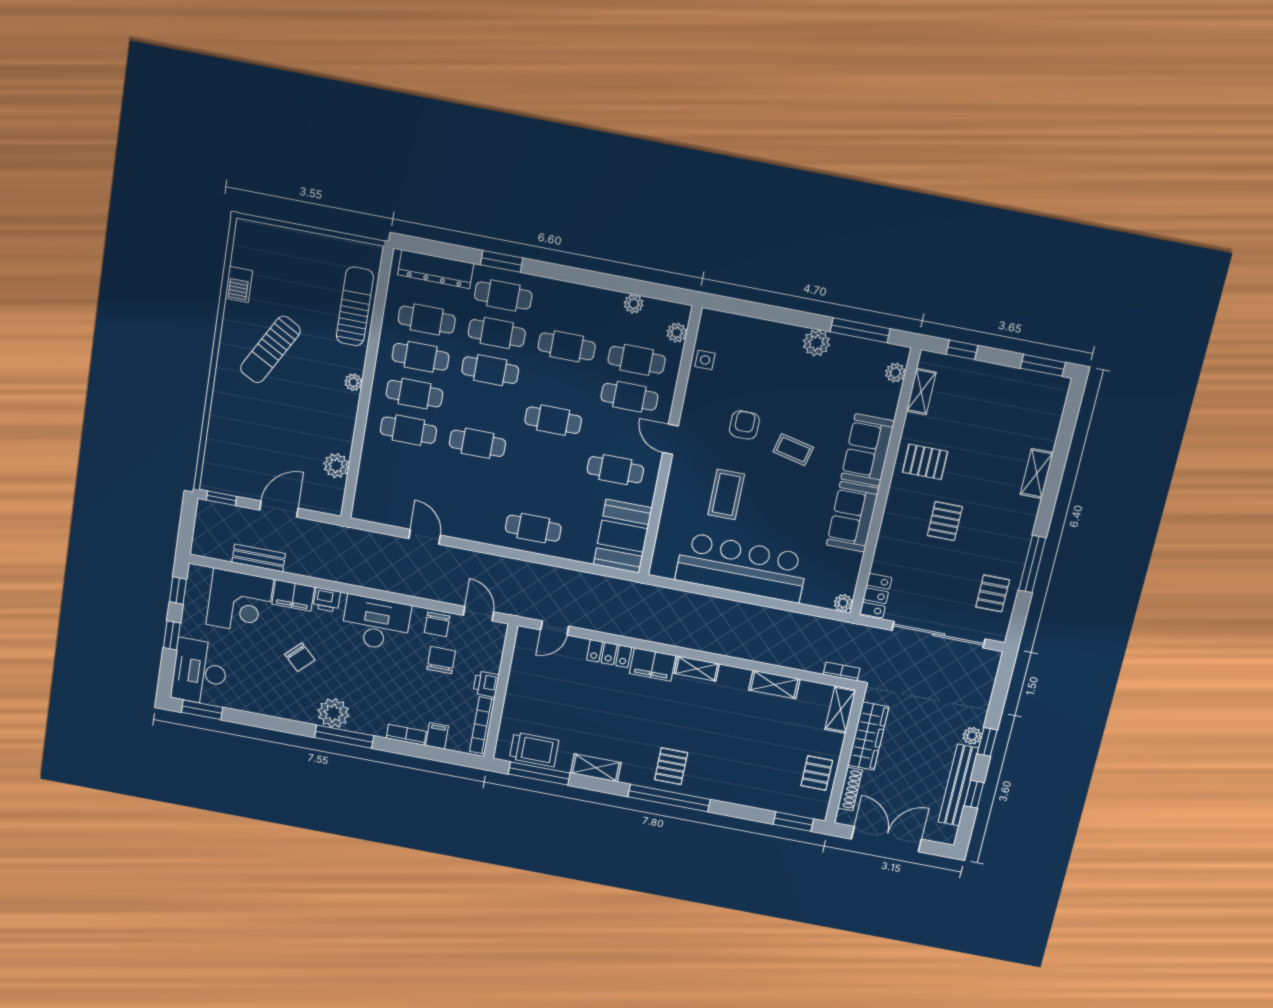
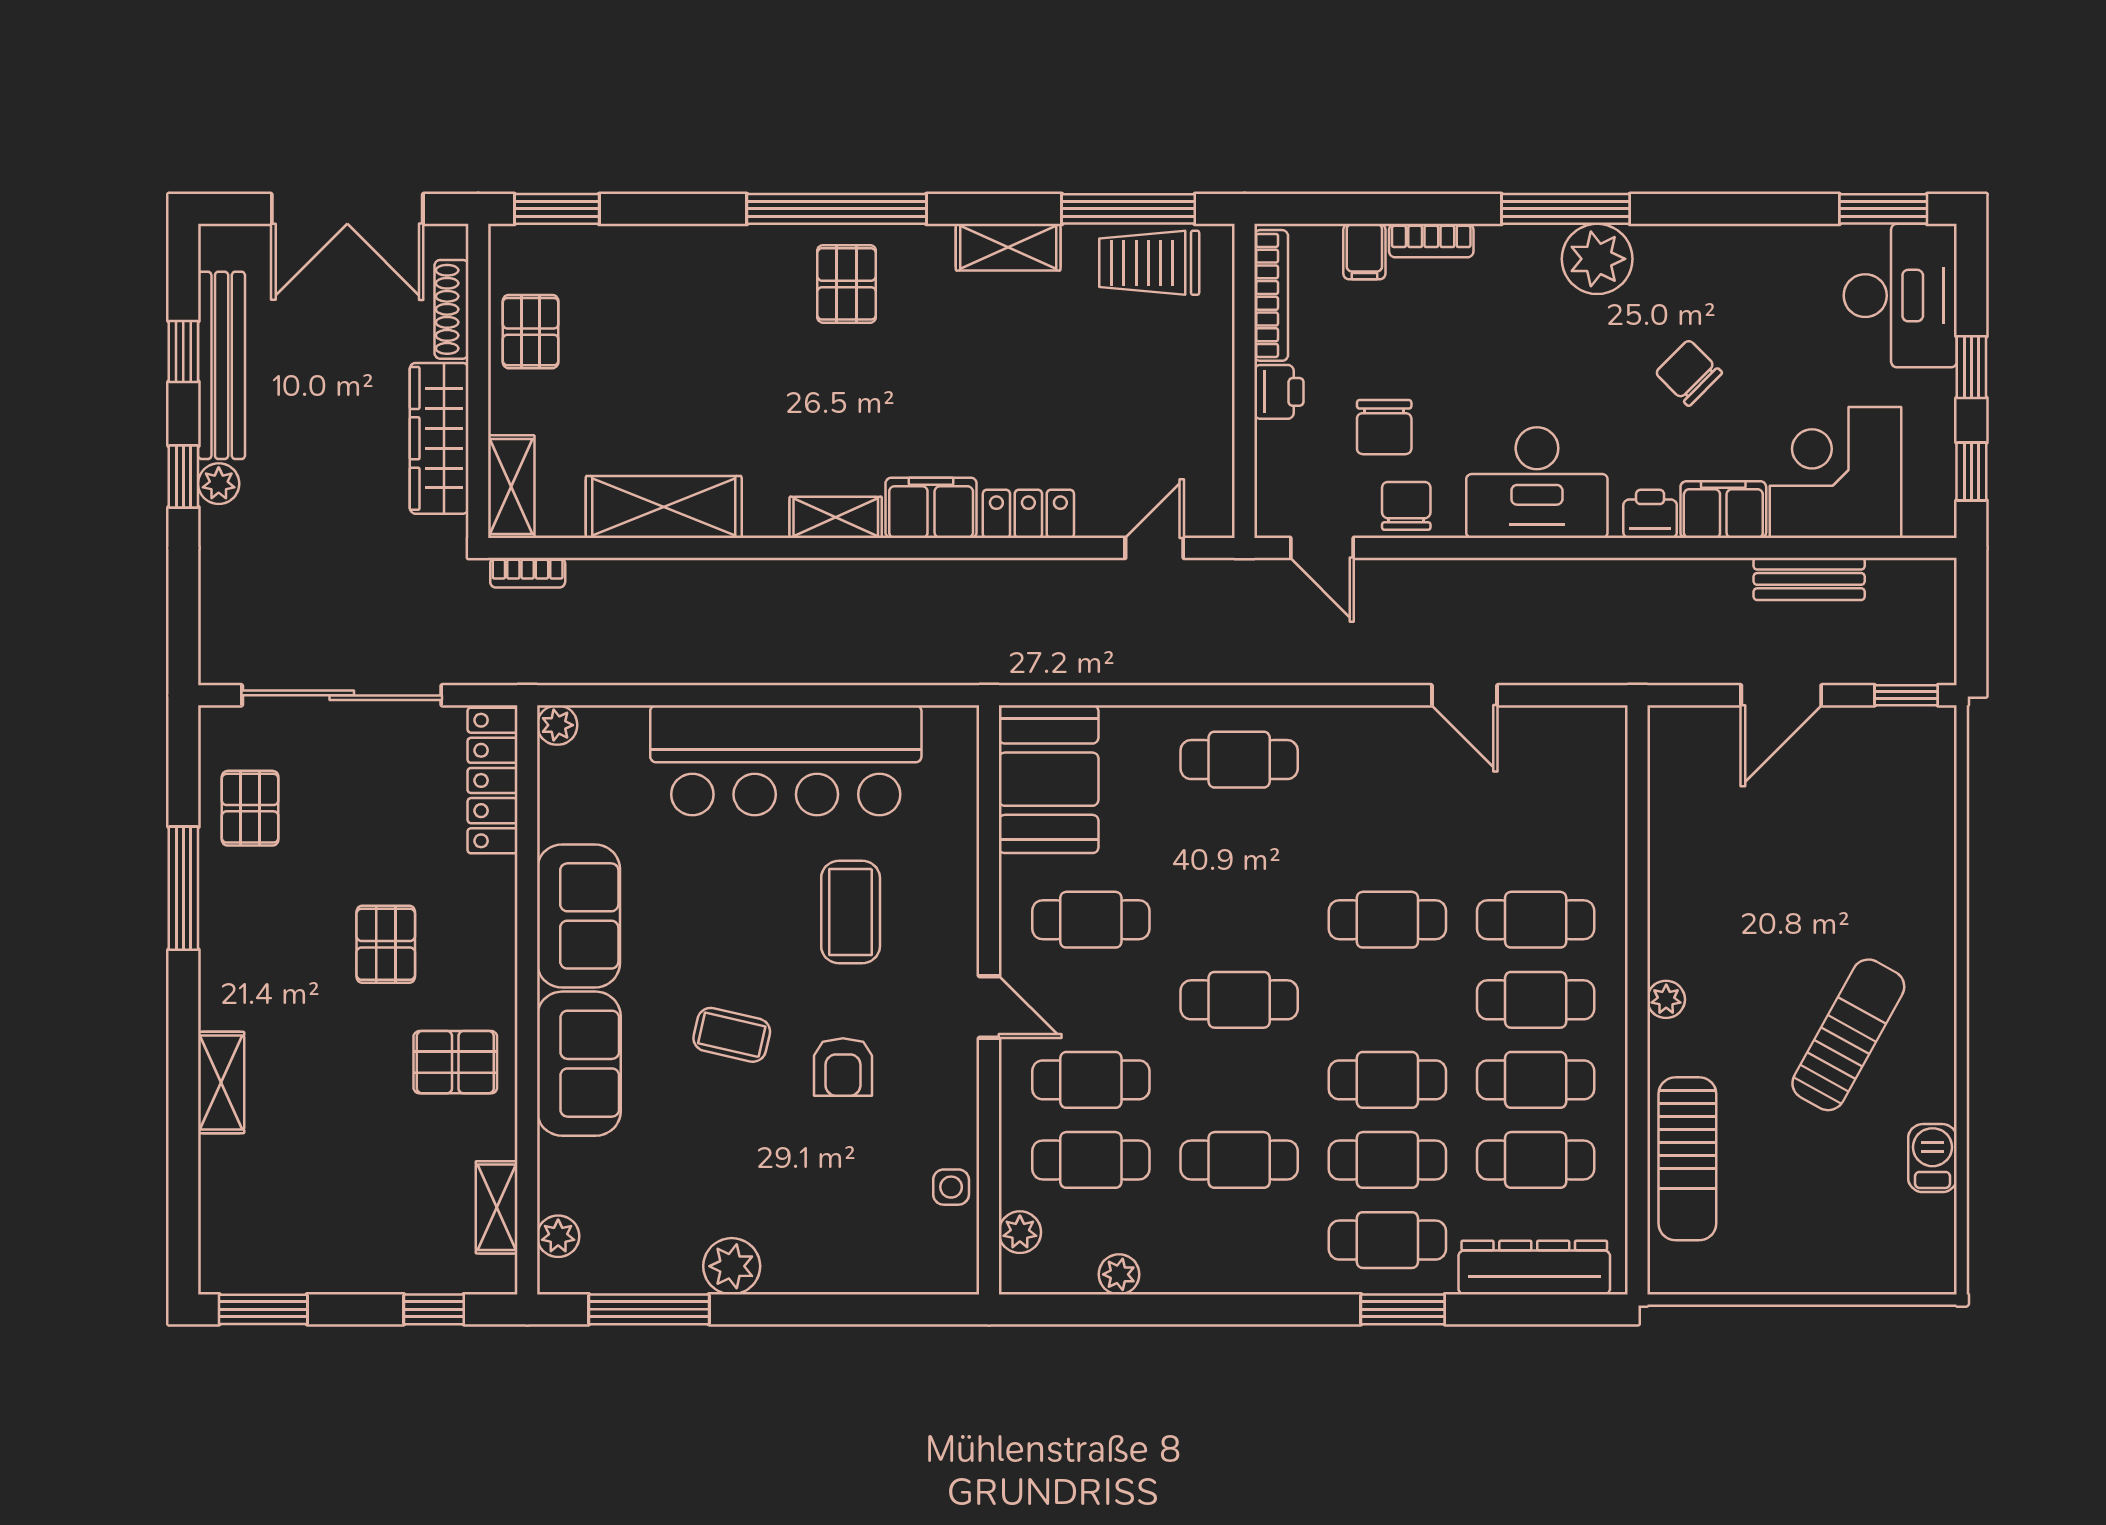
plant: (336, 466) -> (1675, 814), removed
locker: (876, 596) -> (493, 780), width x1.53
shelving: (774, 685) -> (664, 507), width x1.50, depth x1.33

